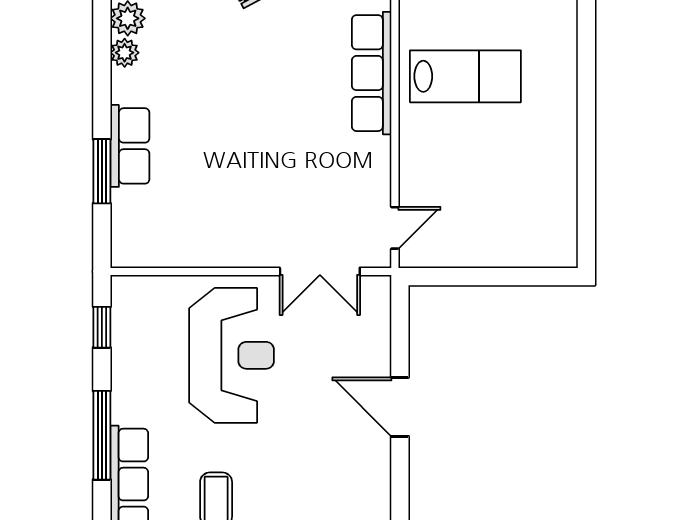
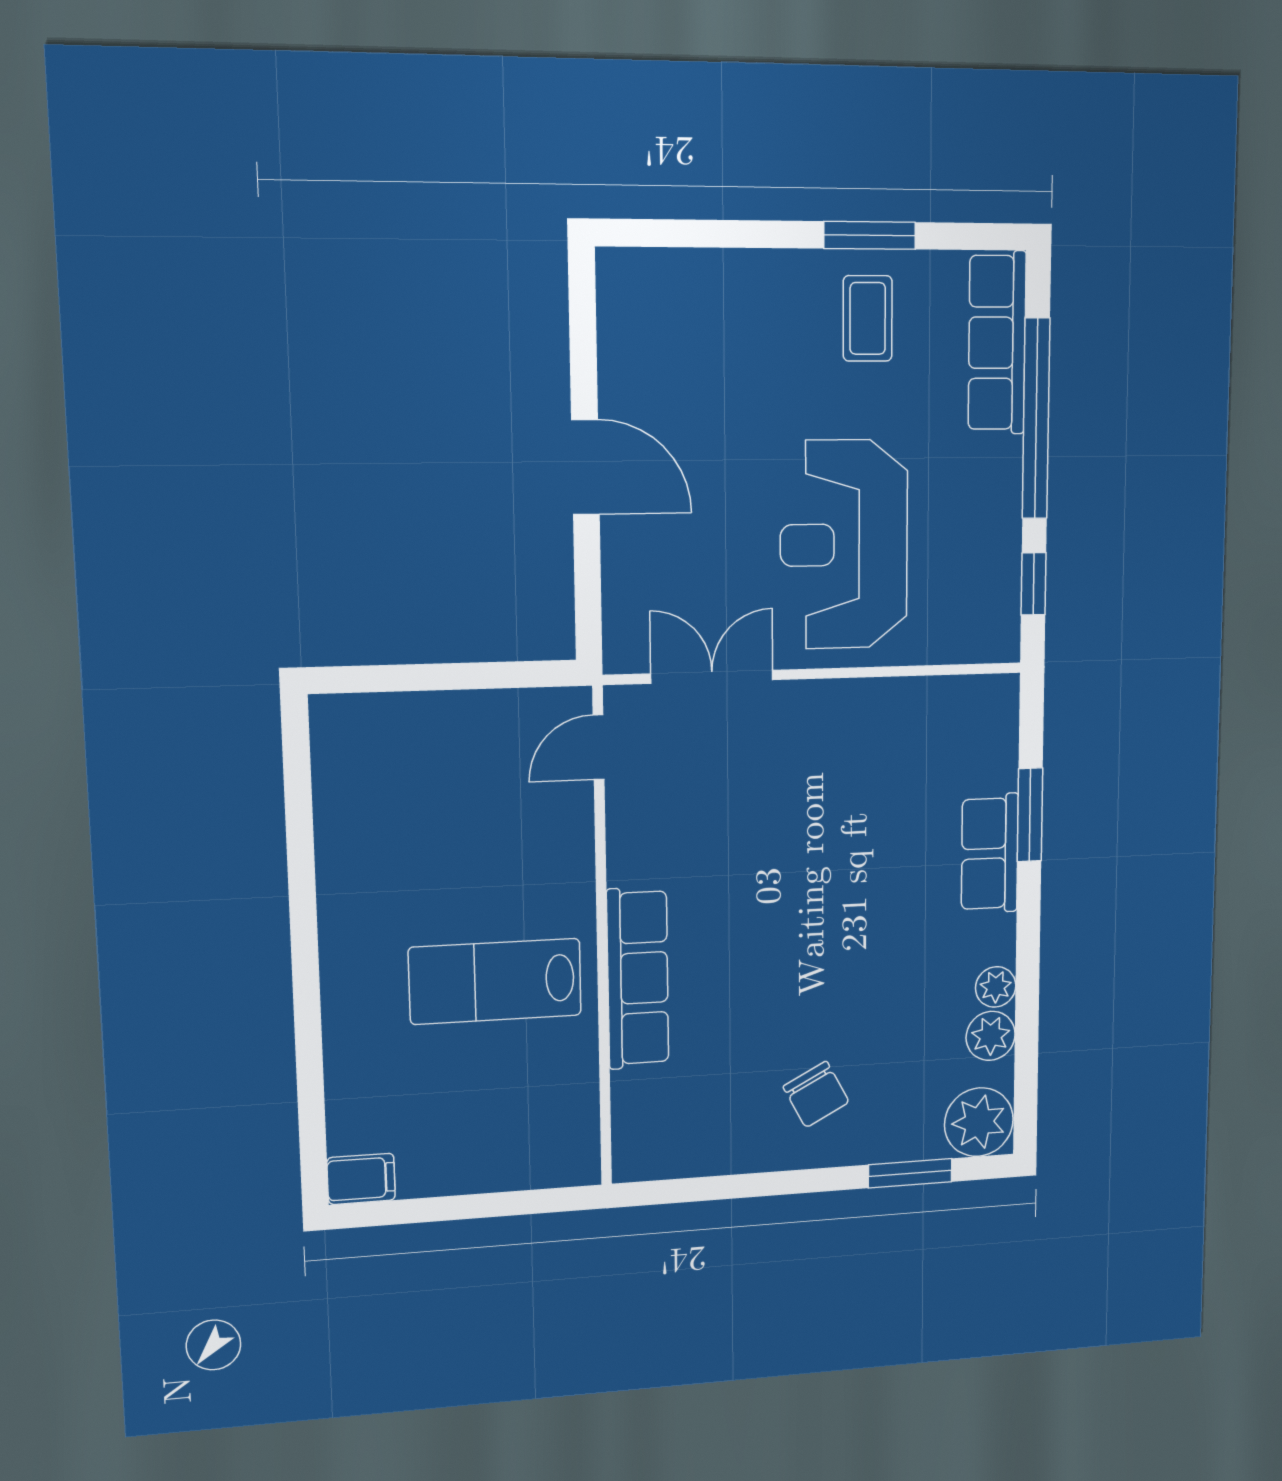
window: (102, 435) -> (1036, 419), width x1.46

